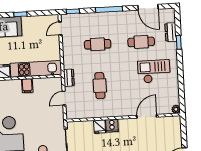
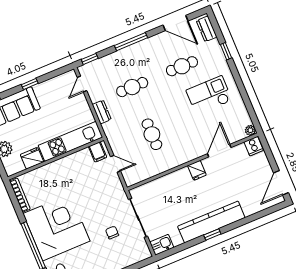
dresser: (171, 32) -> (207, 29), moved
dresser: (69, 78) -> (102, 112), moved
filing cabinet: (27, 86) -> (98, 152), moved
door: (64, 98) -> (115, 164), swing flipped
cooker: (112, 126) -> (254, 146), moved
fridge: (100, 127) -> (197, 170), moved

